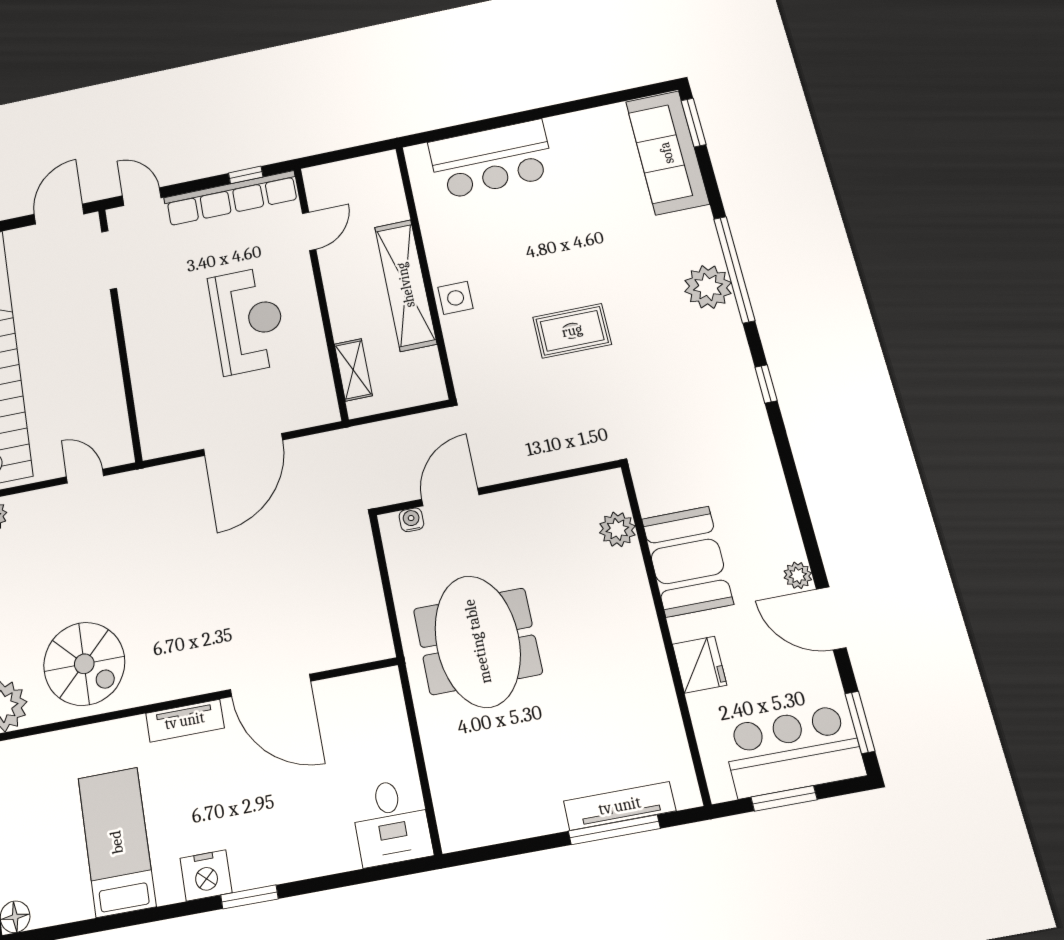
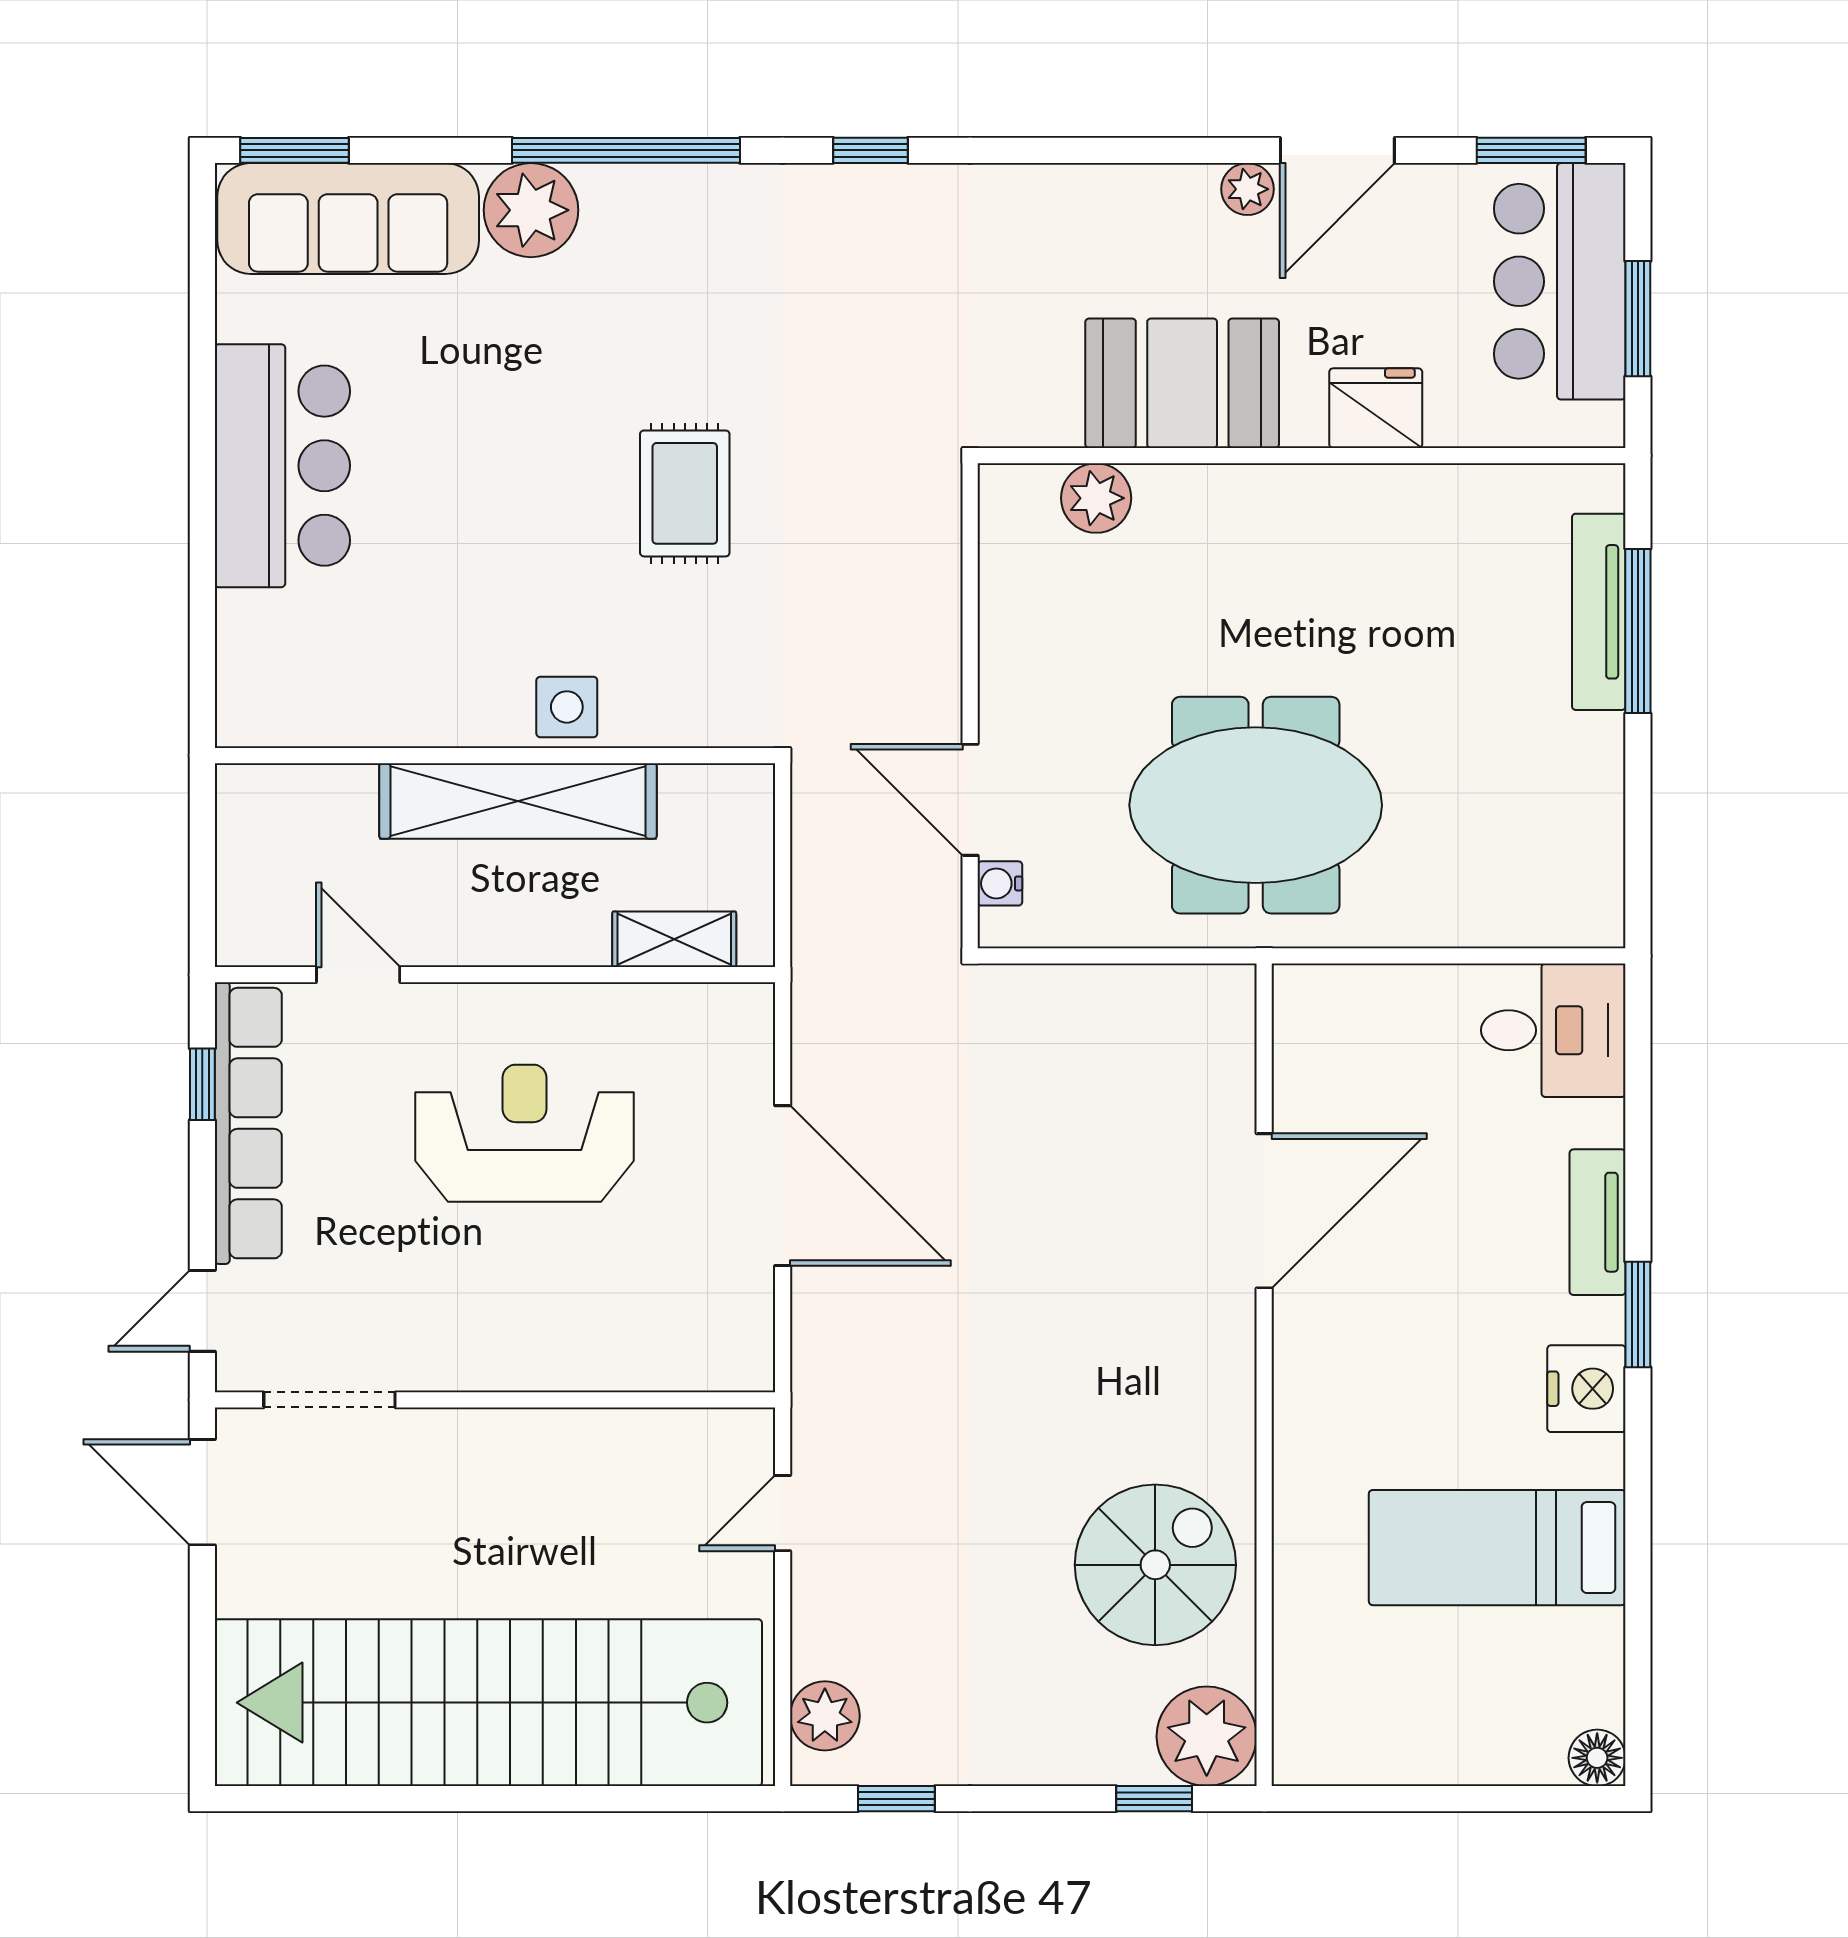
bar counter: (491, 159) -> (282, 466), moved
plant: (708, 287) -> (531, 210), moved
tv unit: (185, 721) -> (1598, 1222), moved, turned 180

